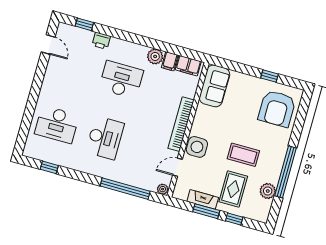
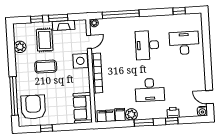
window: (84, 24) -> (172, 121), moved
water cooler: (63, 30) -> (202, 111), added
window: (143, 41) -> (144, 123), added
window: (286, 172) -> (14, 96), moved

